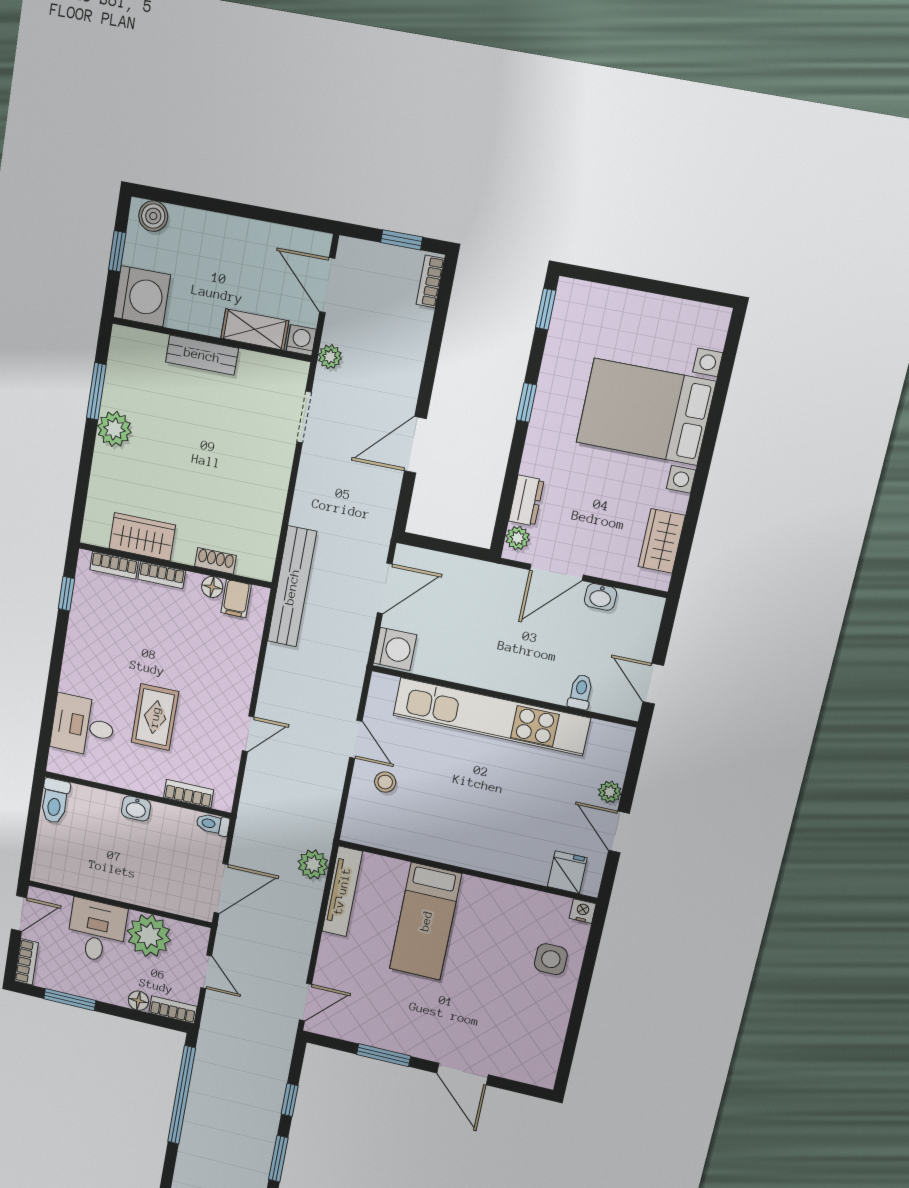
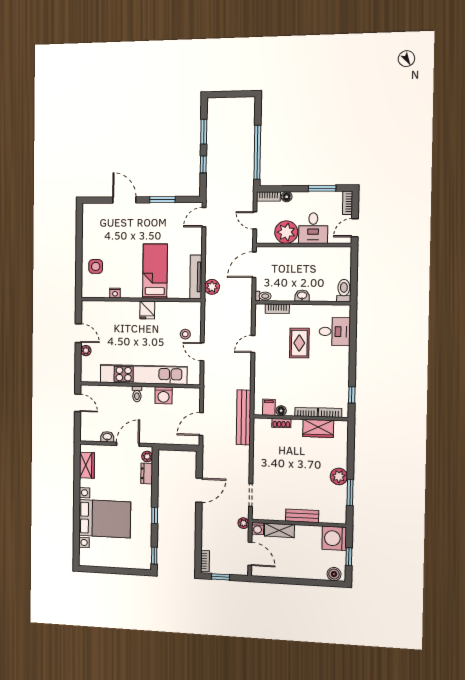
washing machine: (395, 649) -> (164, 395), moved, turned -90
toilet: (581, 692) -> (137, 394), moved
fridge: (567, 872) -> (147, 310), moved
nightstand: (583, 911) -> (115, 293), moved

